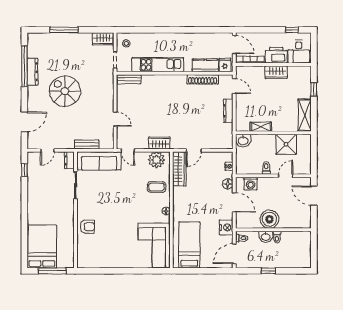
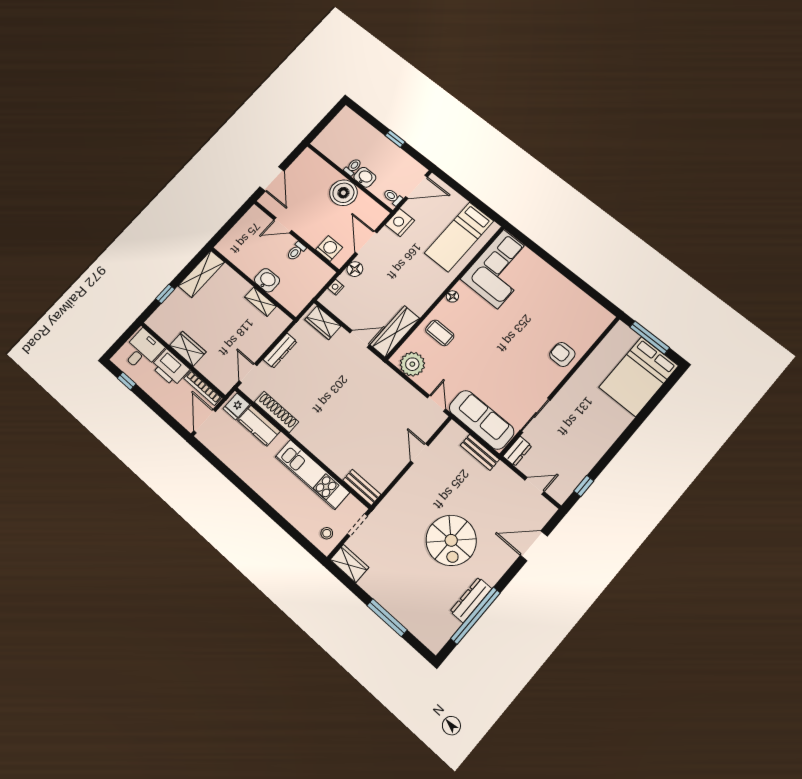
washbasin: (243, 140) -> (267, 280), moved
wardrobe: (159, 143) -> (323, 323), moved
shower: (286, 144) -> (251, 259), removed

